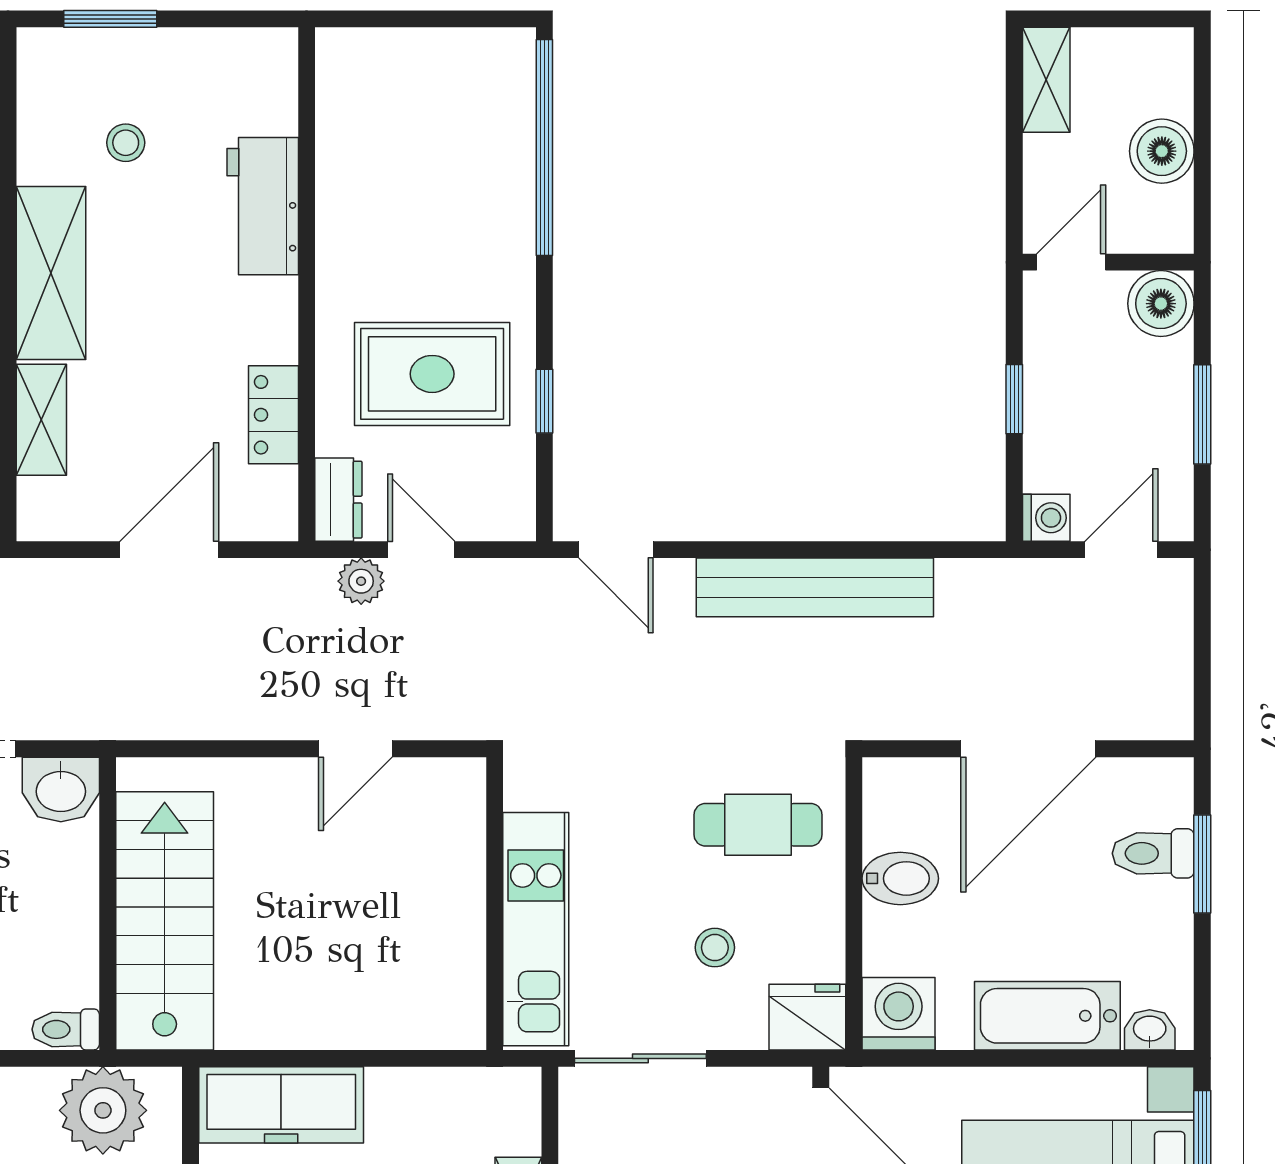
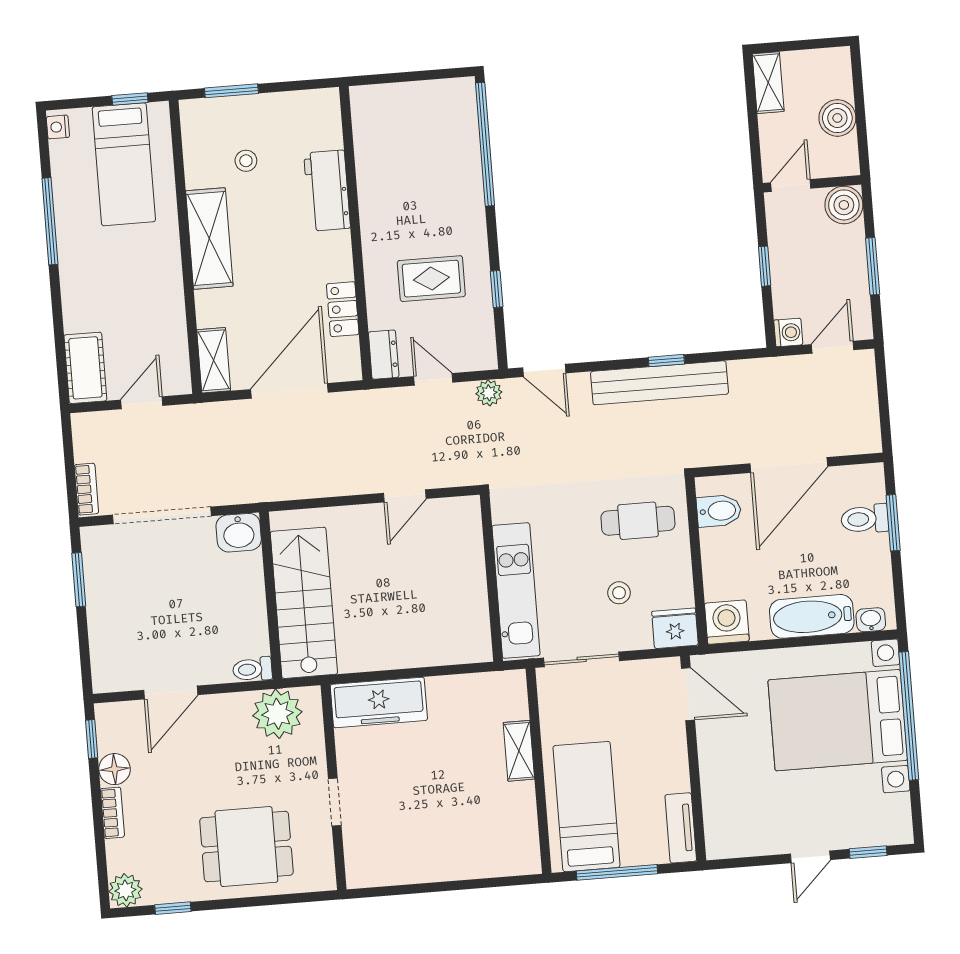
rug: (432, 374) -> (431, 279), width x0.73, depth x0.70
shelving: (41, 420) -> (214, 360), moved
door: (169, 550) -> (289, 391), width x1.36
window: (830, 550) -> (666, 361), added
plant: (361, 581) -> (489, 393), moved
bidet: (900, 878) -> (719, 511), moved

